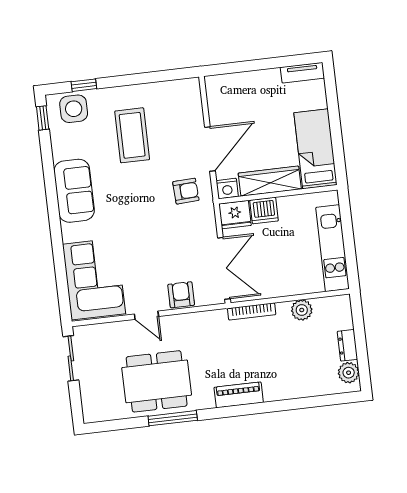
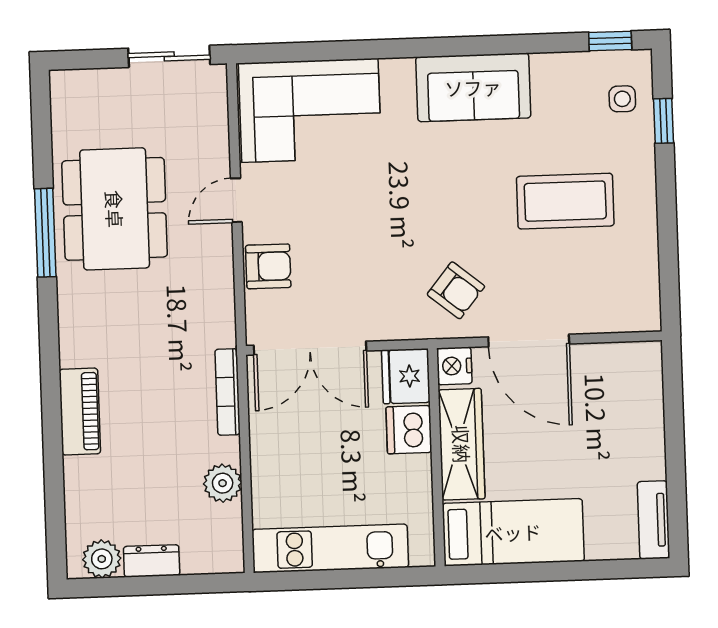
side table: (74, 109) -> (622, 99), width x0.54, depth x0.54
armchair: (186, 191) -> (456, 290), turned -48
piano: (239, 395) -> (80, 412), moved

